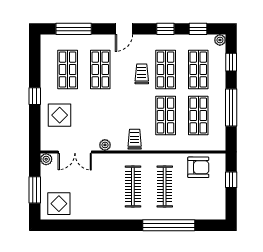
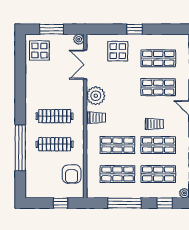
plant: (105, 145) -> (96, 96), width x1.87, depth x1.87

